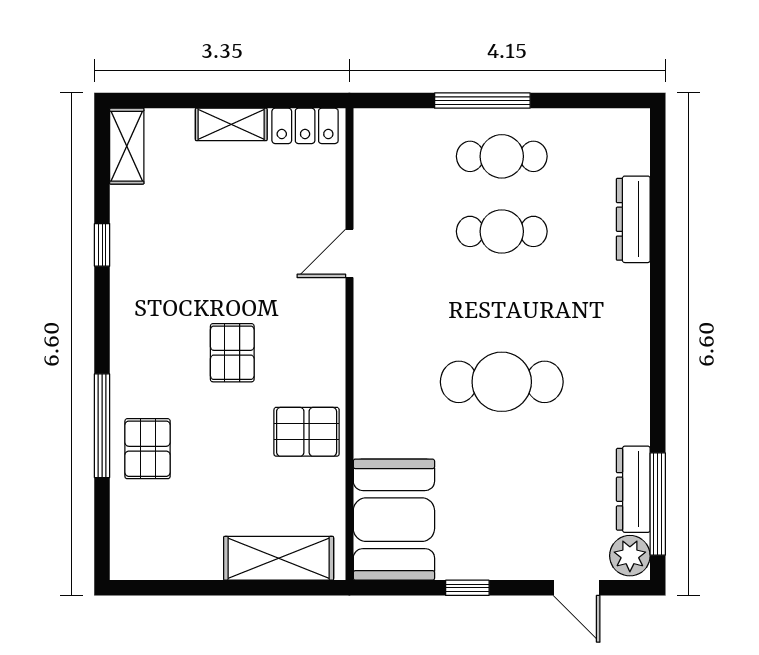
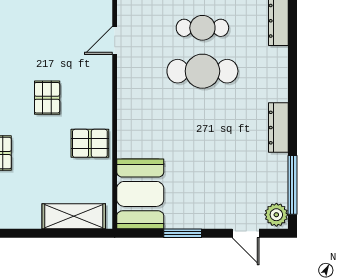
cafe table: (502, 382) -> (202, 71), moved
dresser: (633, 489) -> (278, 128), moved
window: (467, 588) -> (183, 233), width x1.50

